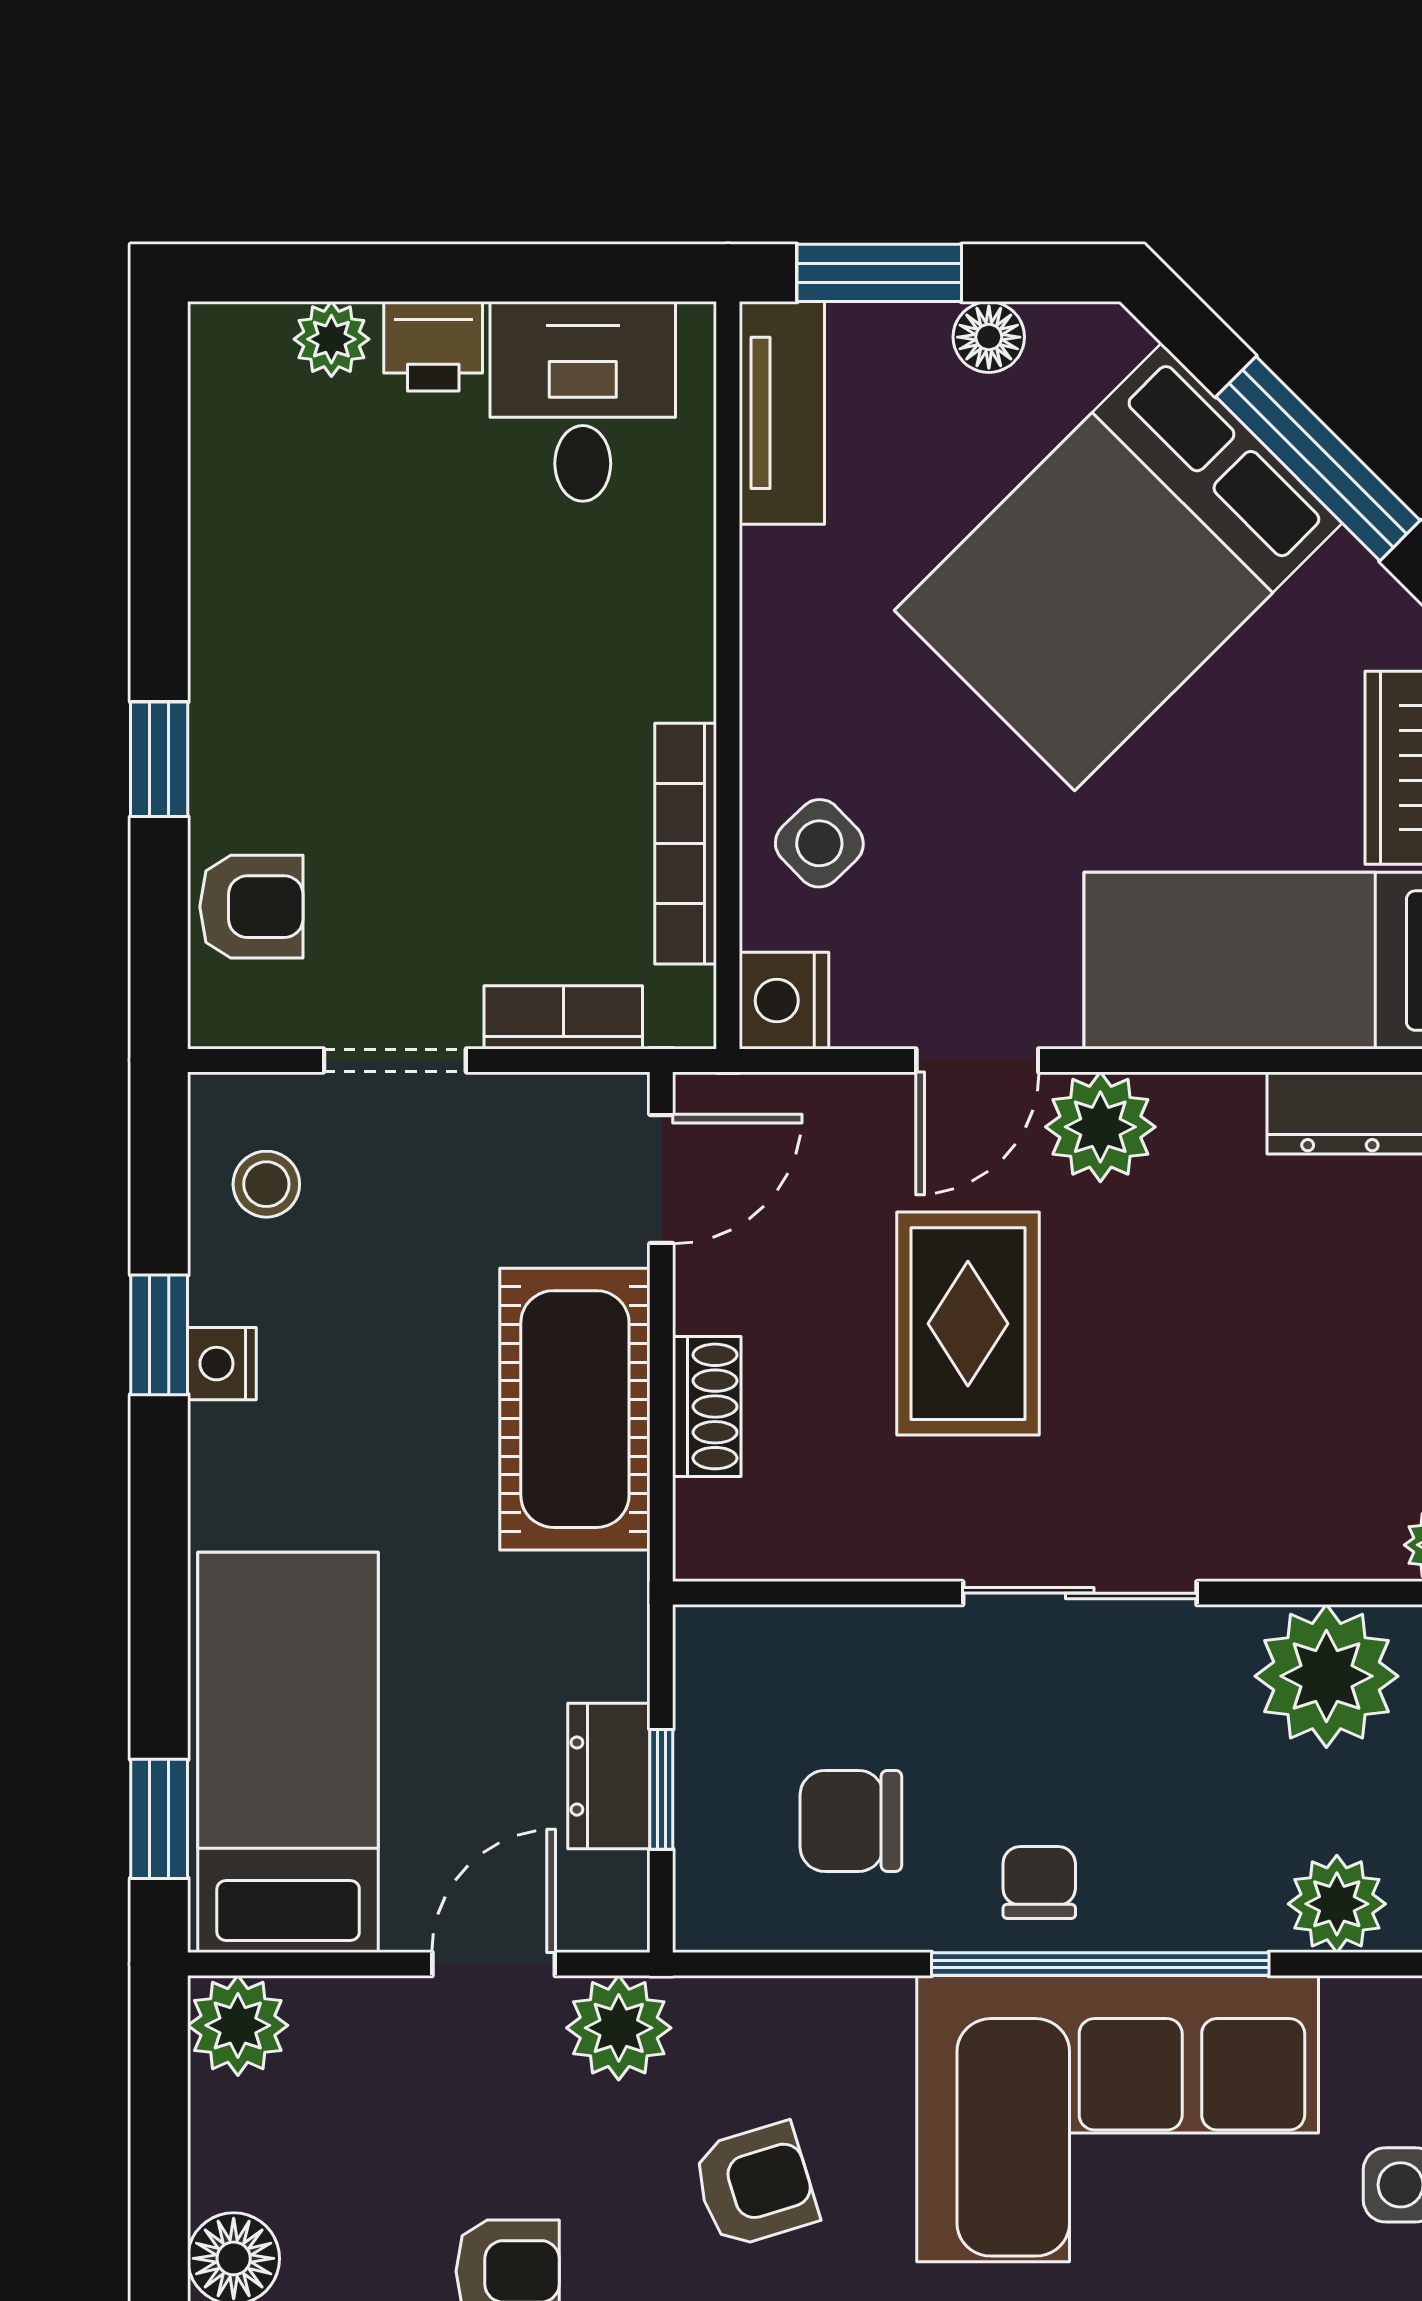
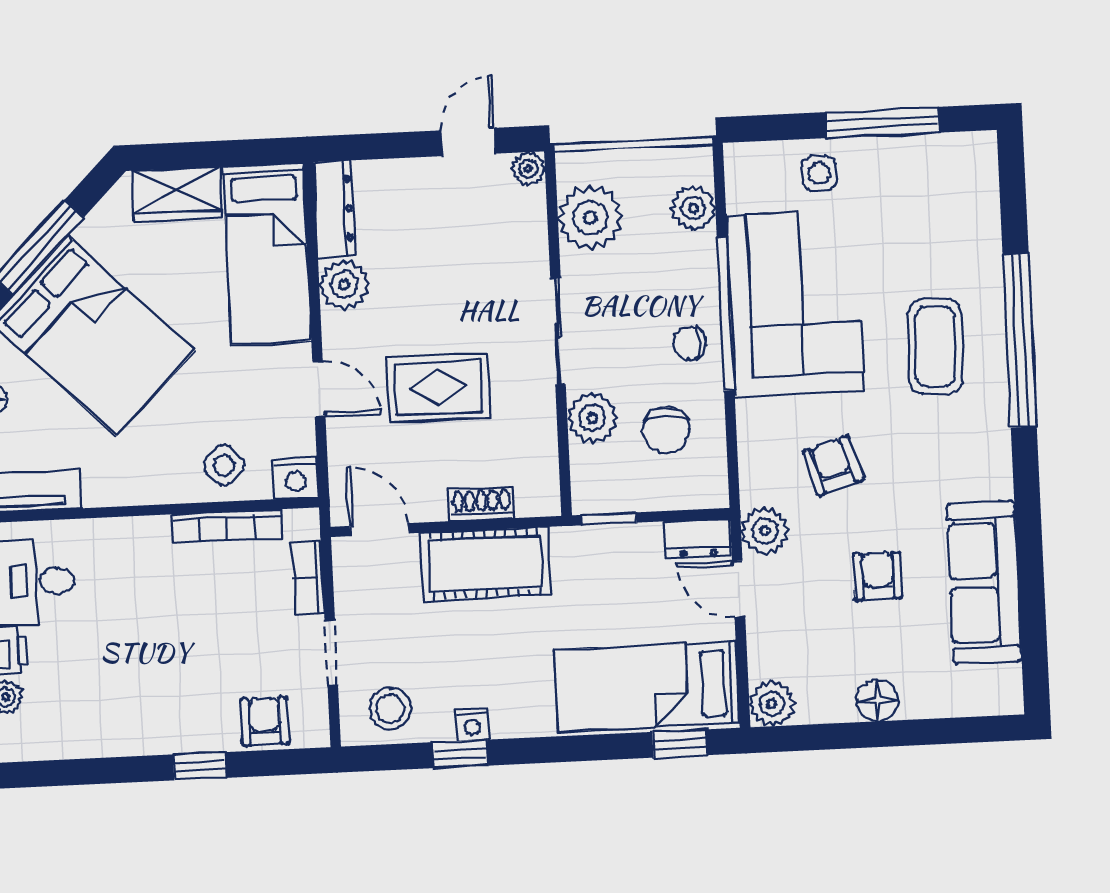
plant: (1100, 1127) -> (344, 285), moved
stool: (266, 1184) -> (390, 709), width x1.37, depth x1.37
plant: (885, 1660) -> (592, 418), added
dresser: (609, 1776) -> (698, 538), moved
window: (661, 1789) -> (609, 519), moved

